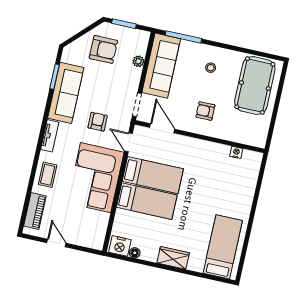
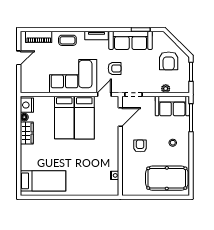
sofa: (161, 66) -> (172, 106), width x0.73
wardrobe: (173, 258) -> (27, 133), moved

